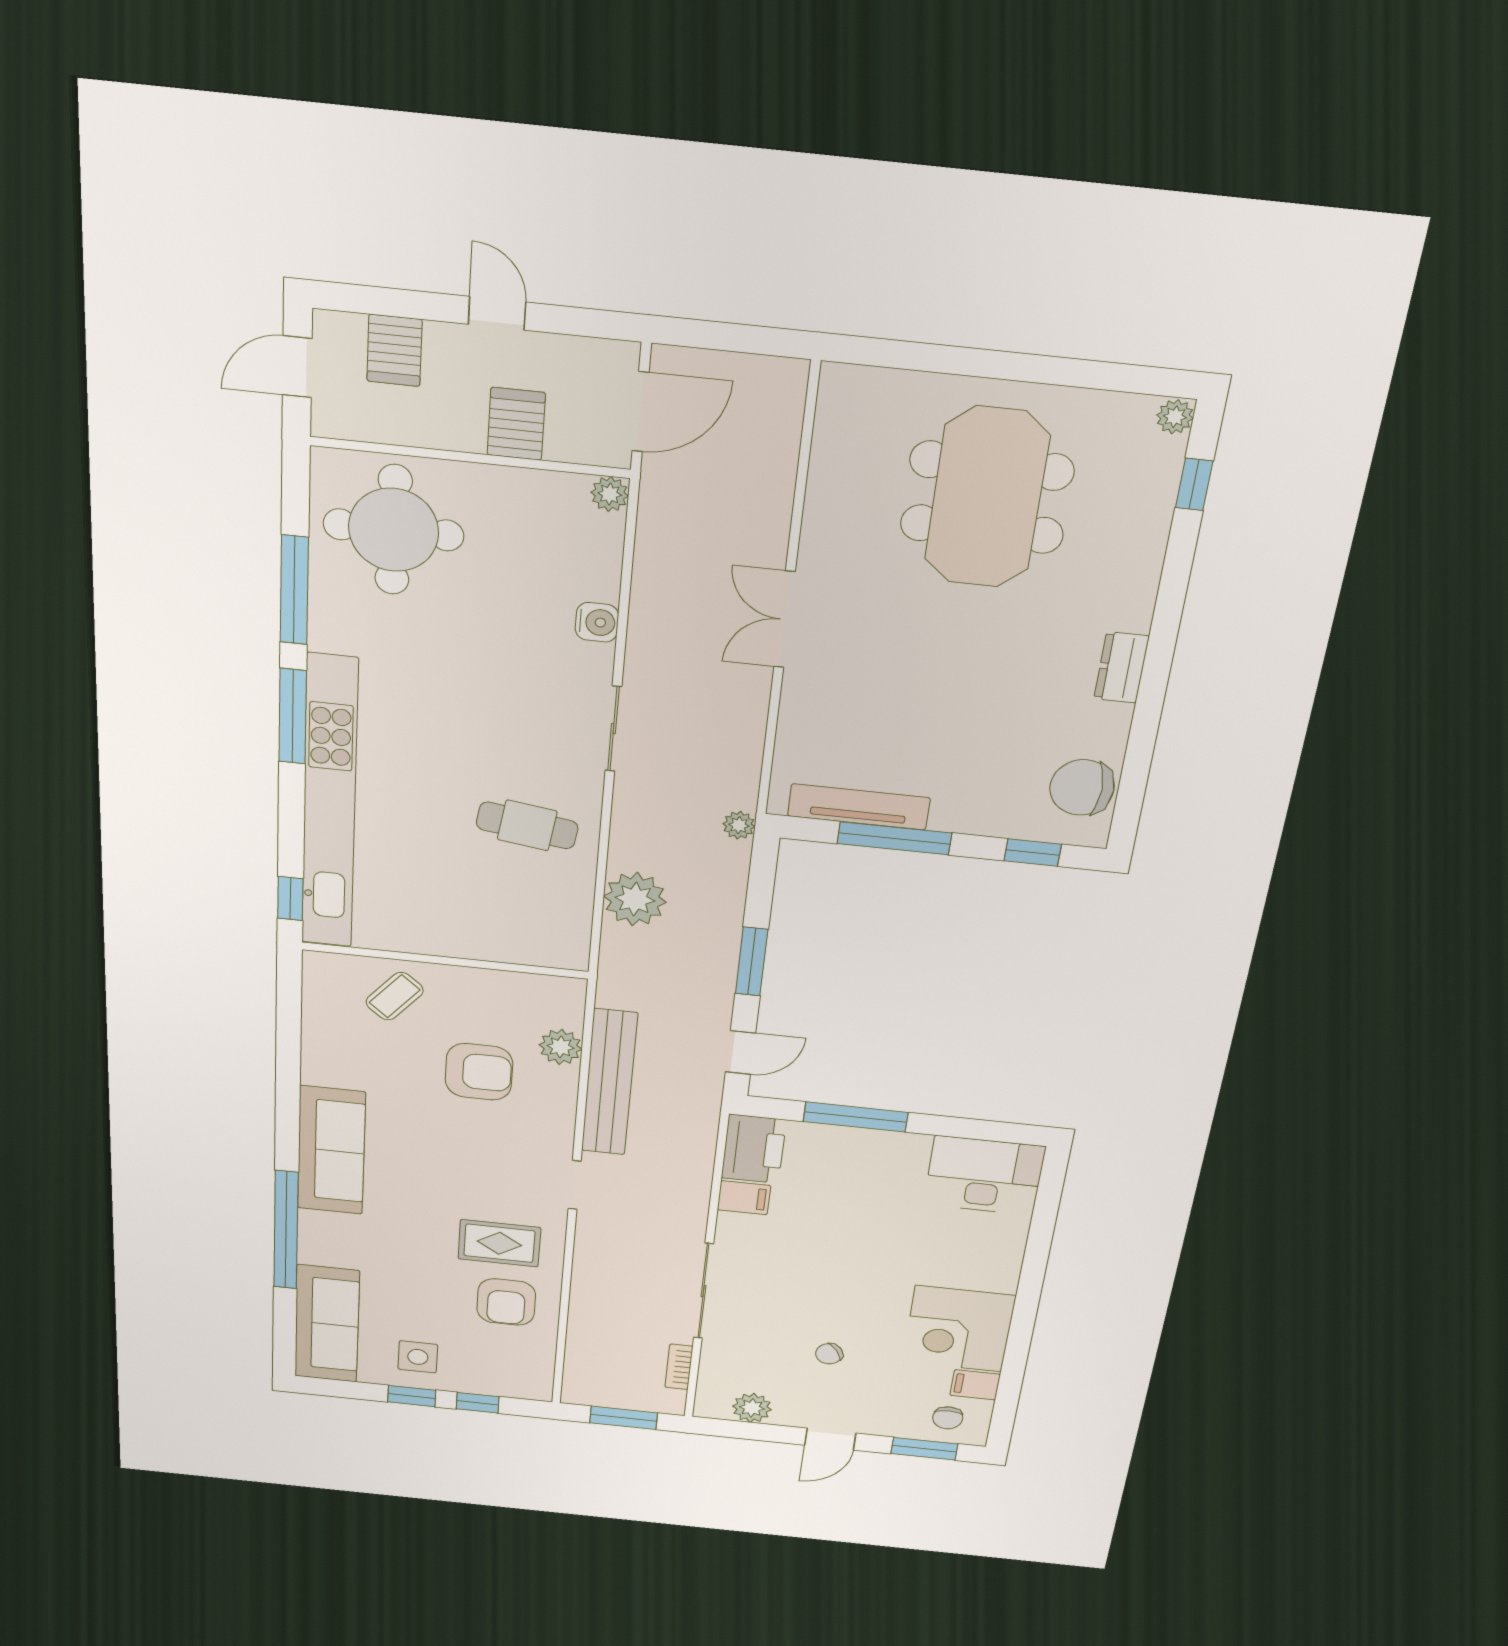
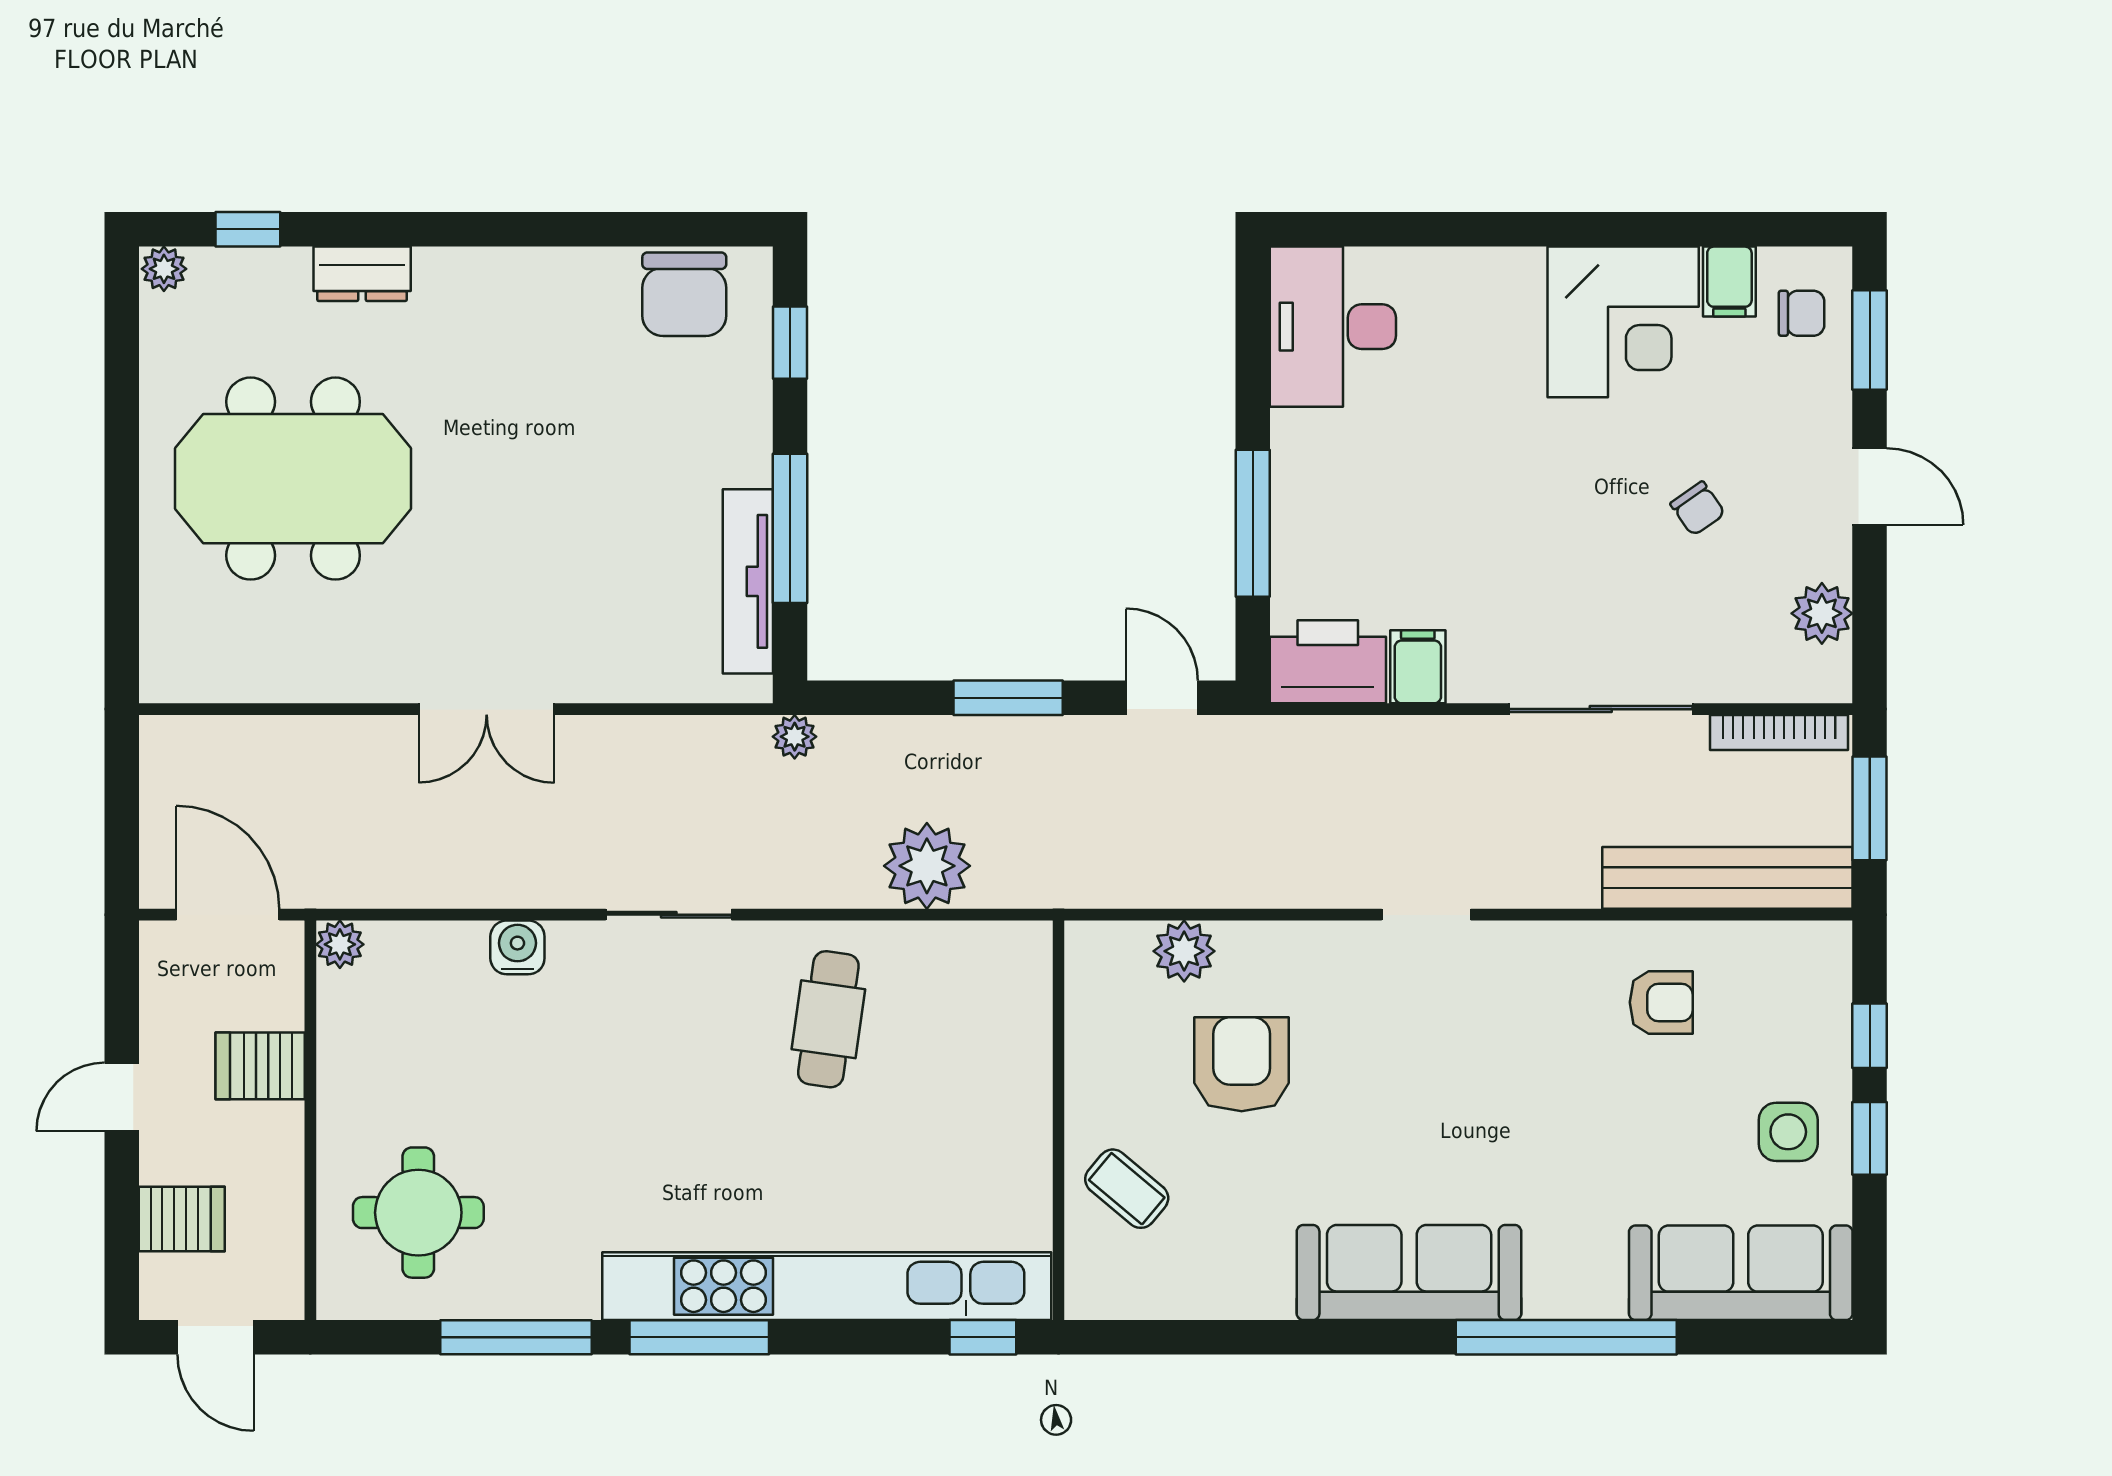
round table: (394, 530) -> (418, 1213), width x0.73, depth x0.73
dresser: (1121, 667) -> (362, 274), moved
bench: (609, 1082) -> (1727, 878), moved
rug: (499, 1243) -> (1549, 1019), removed
armchair: (506, 1302) -> (1661, 1002), width x0.72, depth x0.72
bookcase: (679, 1367) -> (1779, 732), width x1.56

